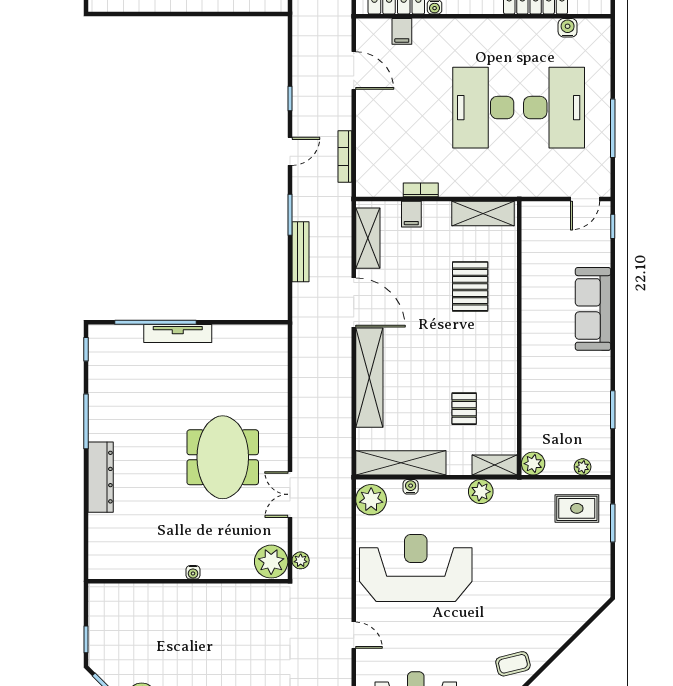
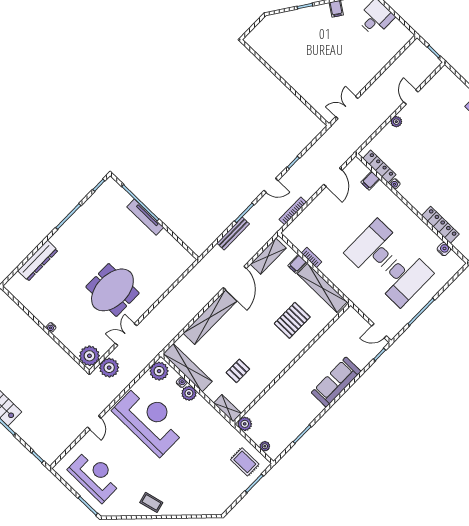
shelving: (483, 214) -> (322, 288), width x1.47
dresser: (101, 477) -> (38, 261), moved
plant: (481, 492) -> (189, 393), moved
plant: (301, 560) -> (109, 368), width x1.87, depth x1.87

